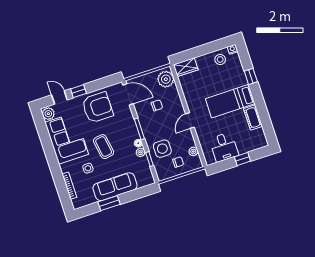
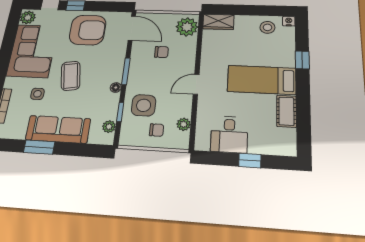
plant: (141, 152) -> (109, 127), moved

